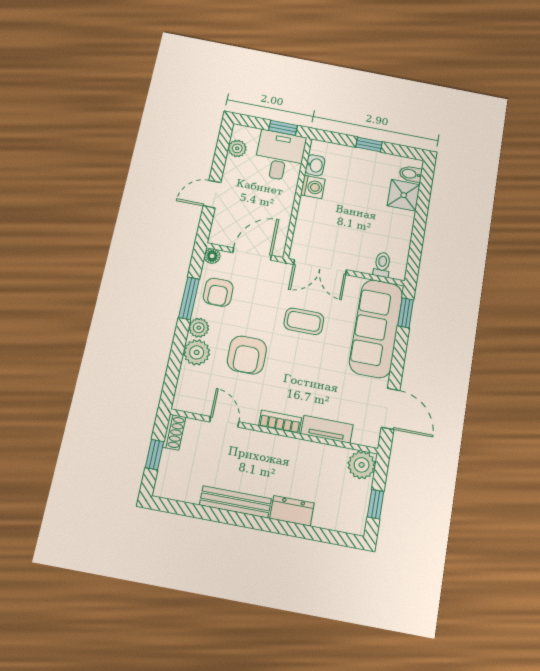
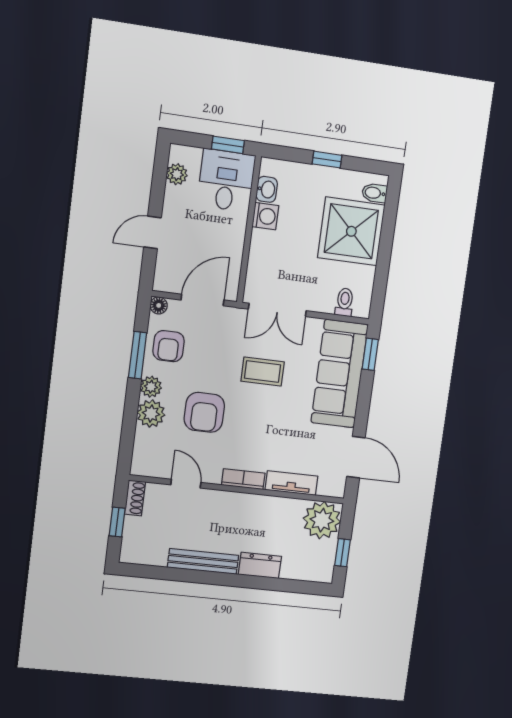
shower: (404, 195) -> (351, 231), width x1.86, depth x1.86
plant: (362, 465) -> (322, 520), width x1.36, depth x1.36

